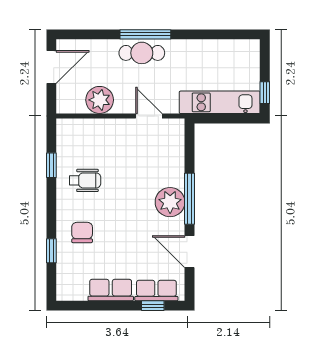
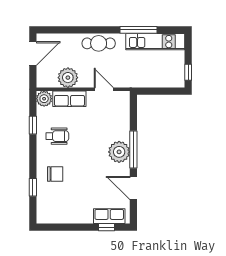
window: (145, 34) -> (139, 30), moved
kitchen unit: (220, 102) -> (155, 42), moved, turned 180
plant: (67, 129) -> (44, 99), added
chair: (82, 232) -> (55, 174), turned 90
row of seats: (111, 290) -> (69, 99), moved, turned 180

